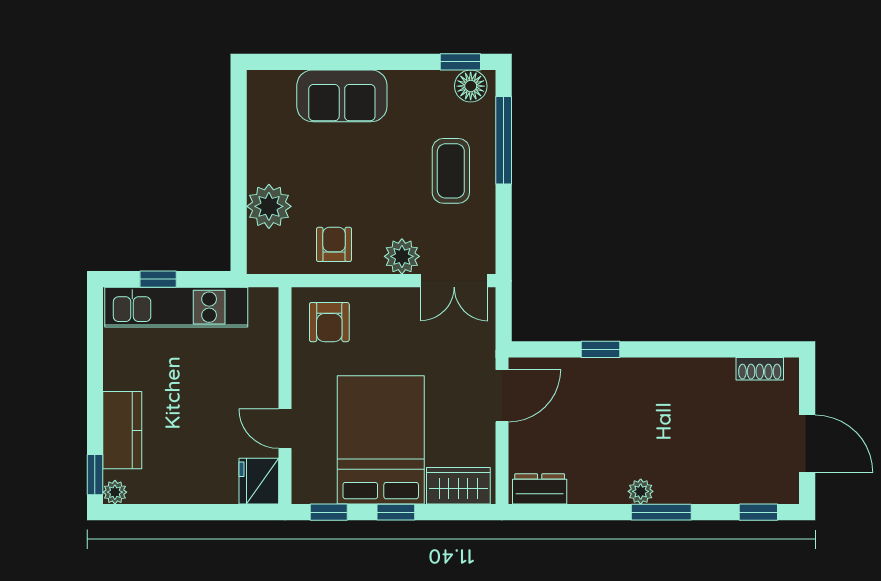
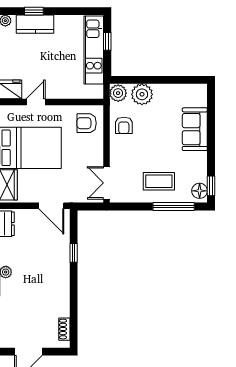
armchair: (334, 244) -> (124, 125), turned 90
plant: (402, 256) -> (118, 93), moved
window: (95, 475) -> (34, 11), moved

